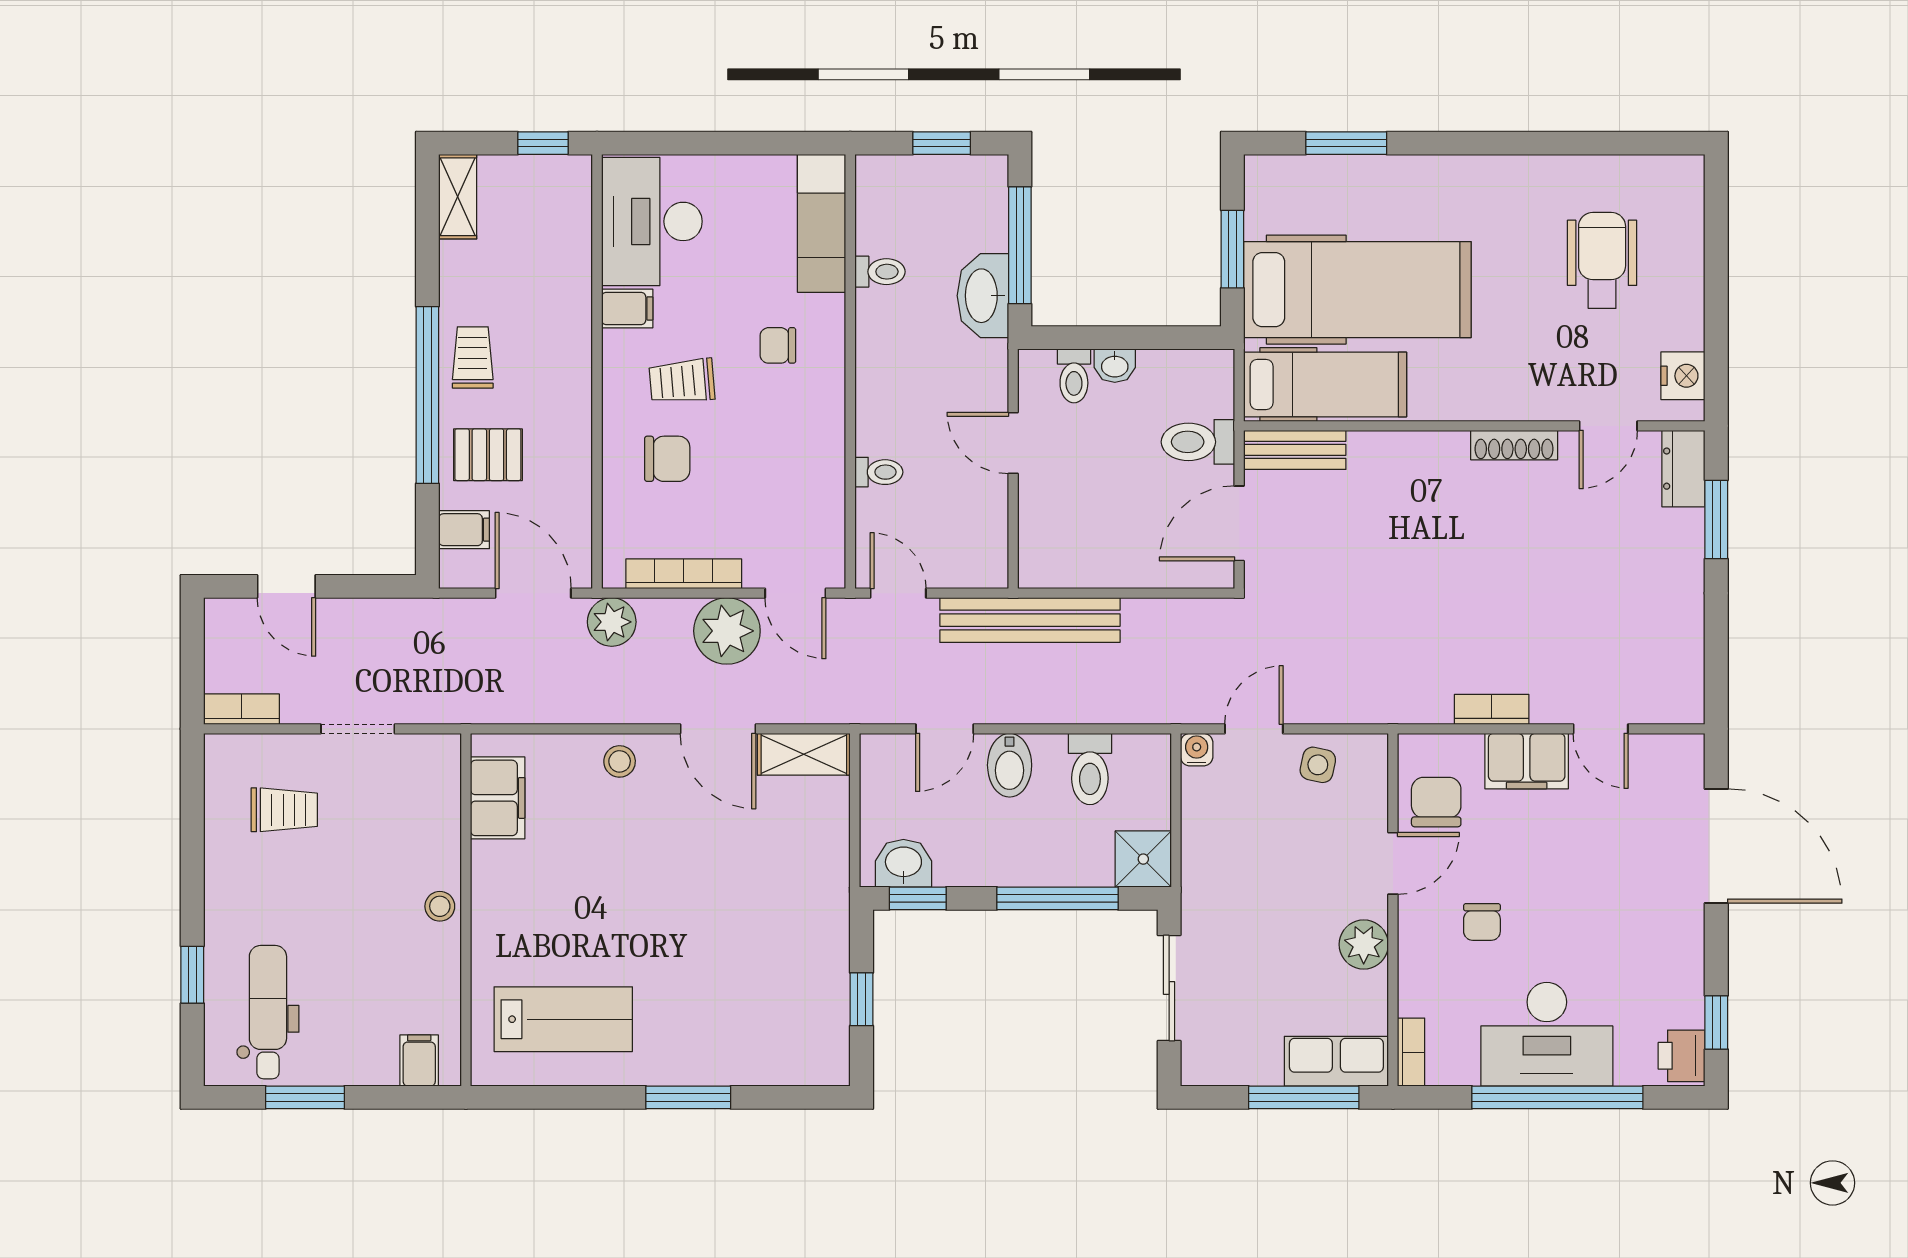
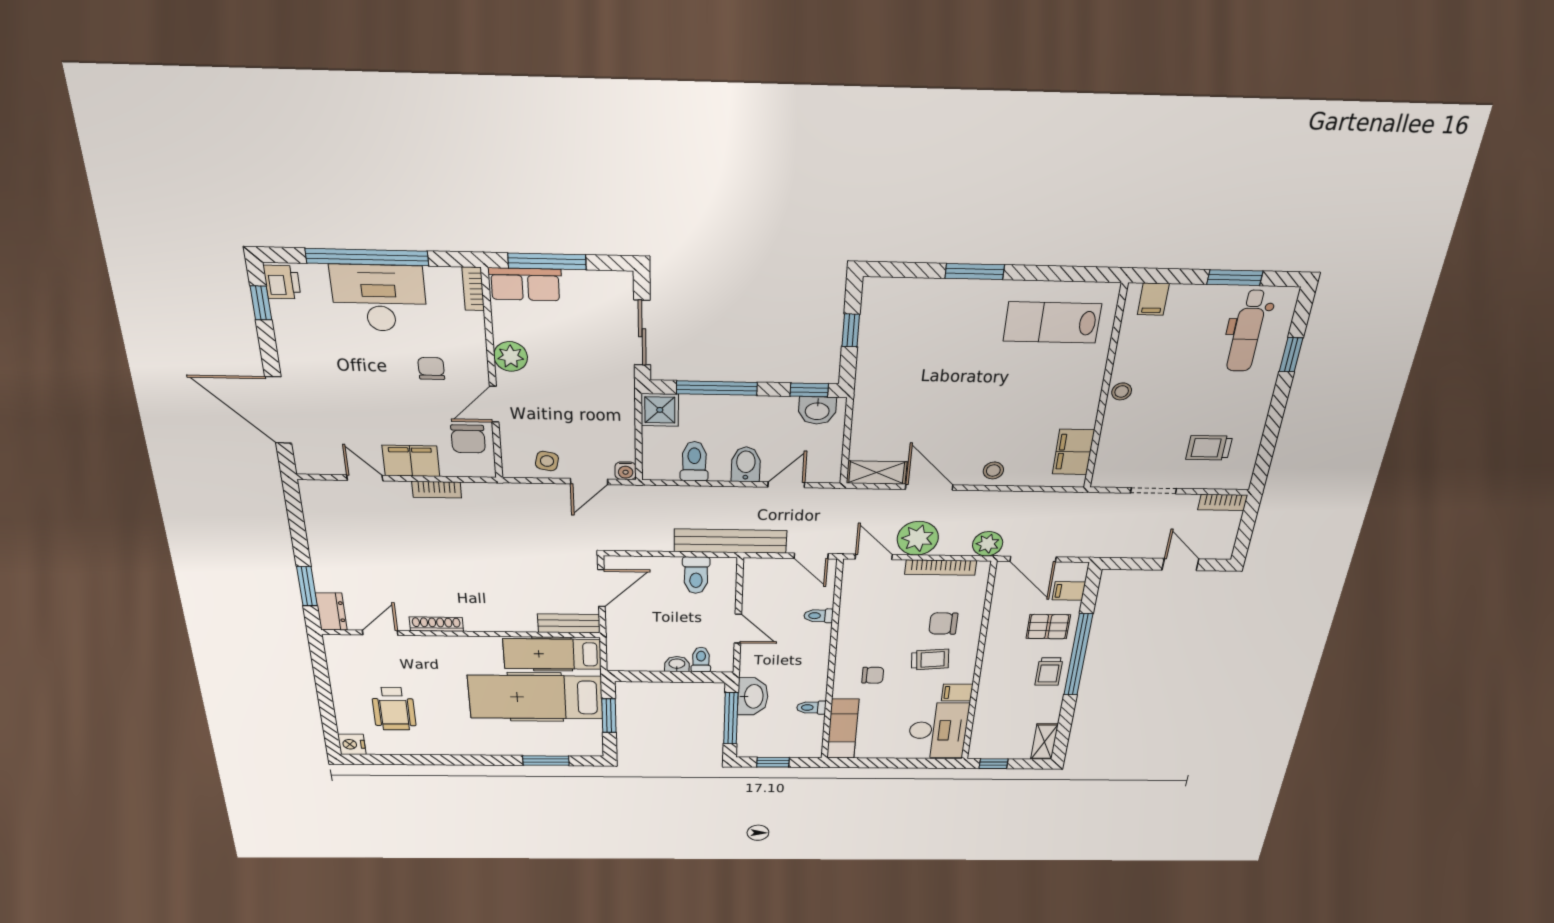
nightstand: (1683, 376) -> (352, 744), moved
toilet: (1198, 442) -> (696, 575), moved, turned 90

